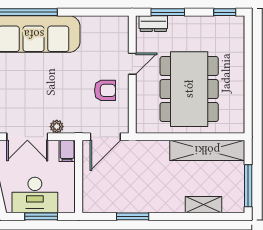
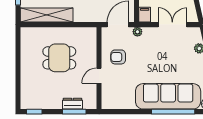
dresser: (153, 24) -> (72, 104), moved
dining table: (189, 89) -> (59, 58), width x0.53, depth x0.80
plant: (57, 127) -> (137, 32), moved

